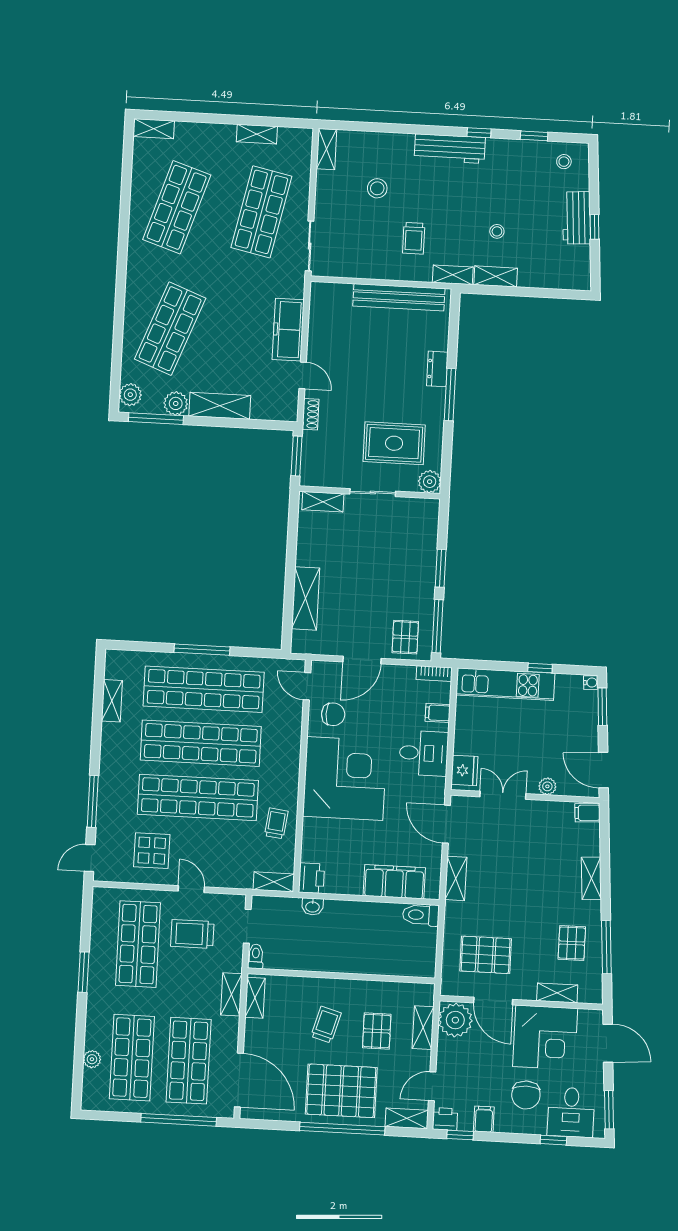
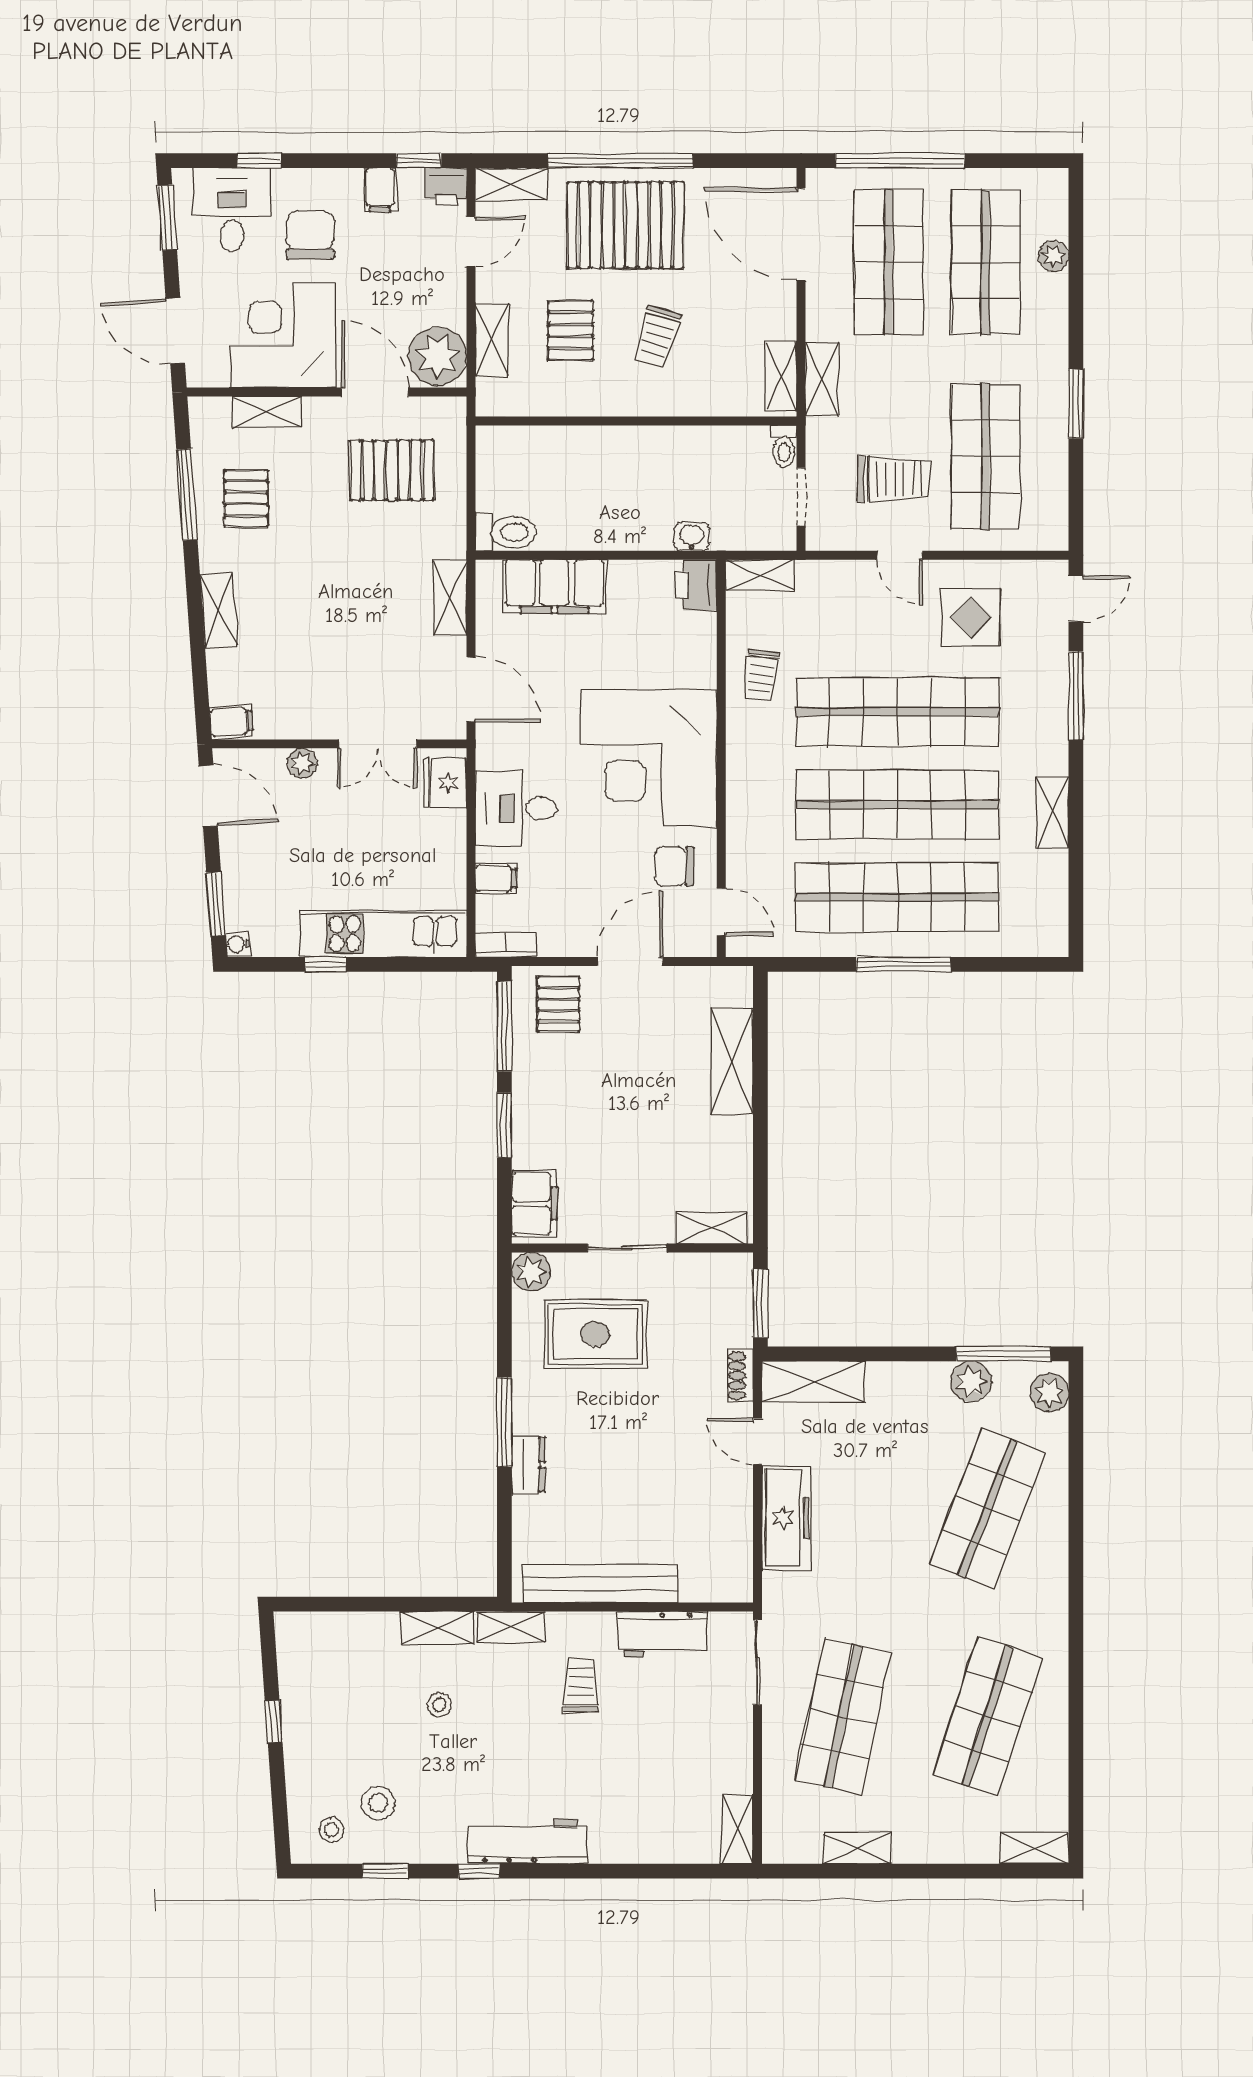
stool: (377, 188) -> (378, 1803), moved
workbench: (577, 218) -> (663, 1634), moved, turned 94
shelving: (220, 406) -> (814, 1382), moved
filing cabinet: (426, 521) -> (534, 1204), added
shelving: (112, 701) -> (1053, 812), moved

